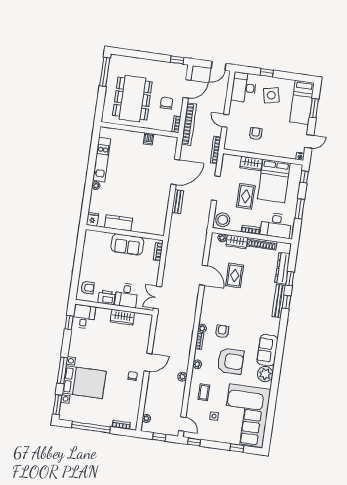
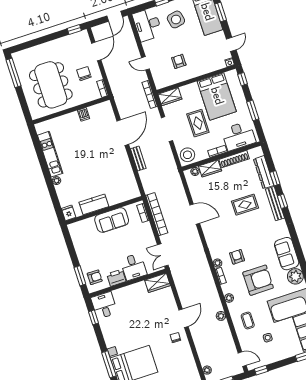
bookcase: (189, 124) -> (157, 214), moved
wardrobe: (251, 163) -> (170, 97), moved
rug: (235, 275) -> (245, 205), moved, turned 90
window: (75, 280) -> (80, 276), added
wardrobe: (123, 317) -> (157, 283), moved

